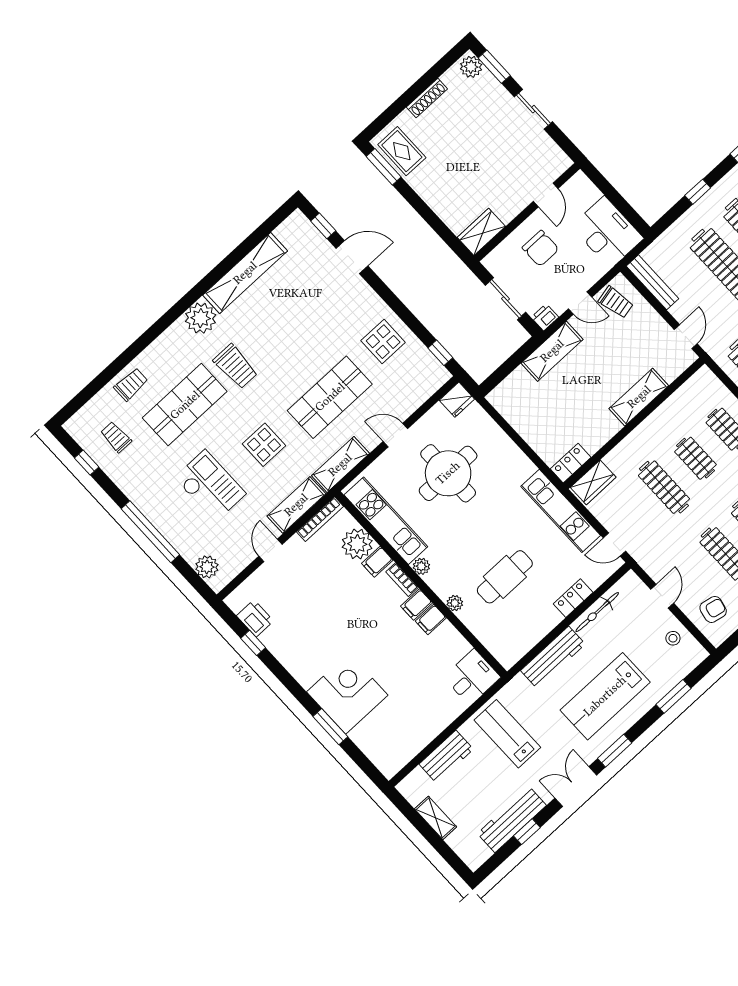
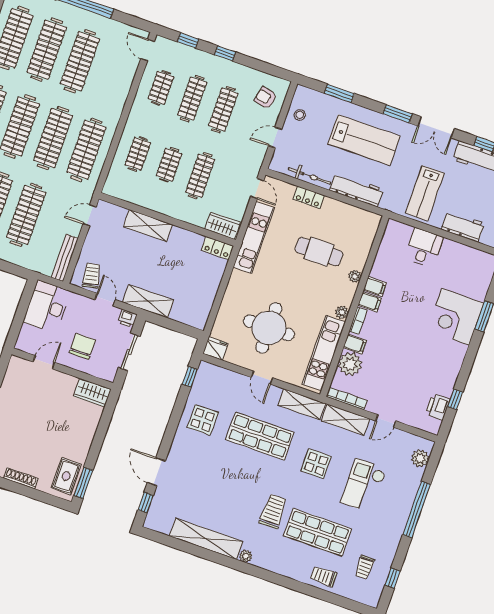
plant: (201, 318) -> (246, 556), width x0.53, depth x0.53
desk: (472, 677) -> (424, 248), moved, turned 90

